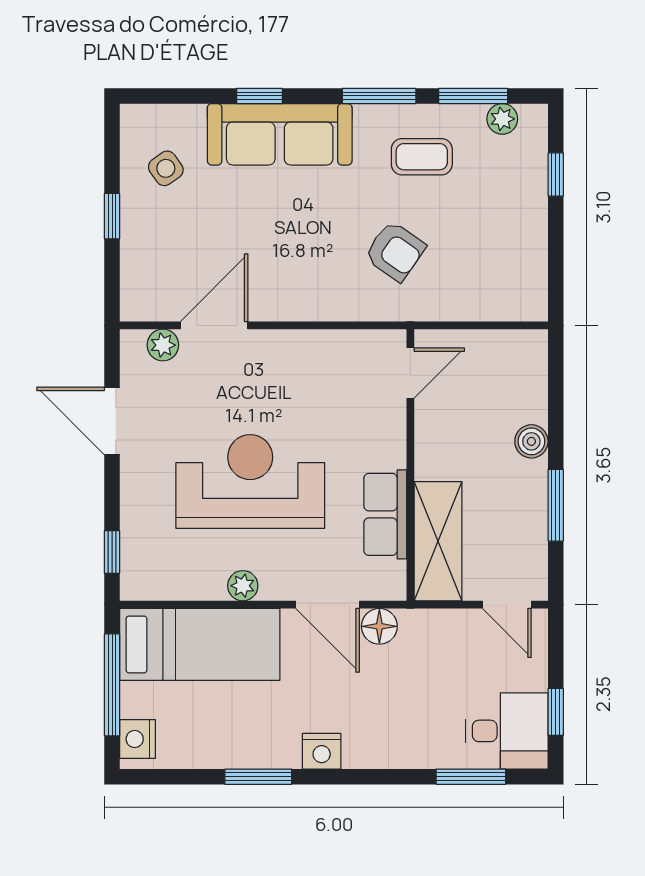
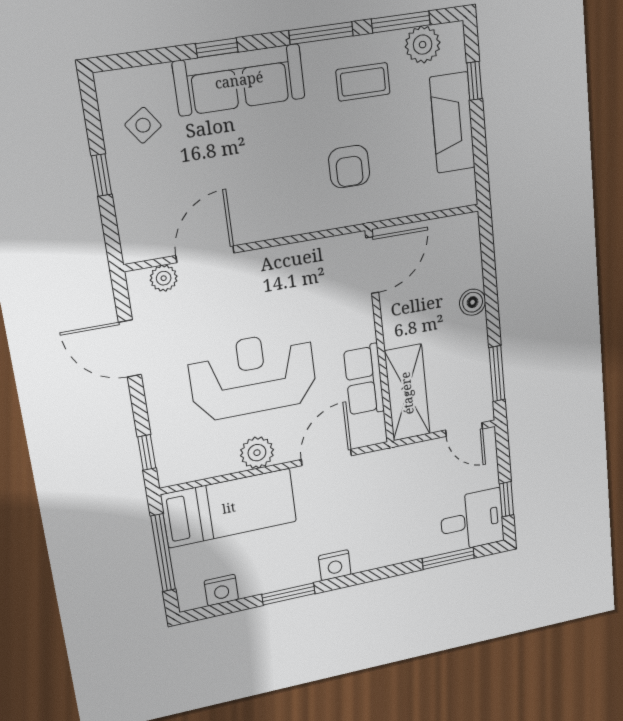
plant: (502, 119) -> (423, 45), width x1.38, depth x1.38
fireplace: (525, 219) -> (452, 123), added
armchair: (395, 251) -> (349, 167), turned 55
door: (410, 373) -> (372, 265), width x1.38
window: (556, 505) -> (497, 374), moved
plant: (243, 586) -> (257, 453), width x1.38, depth x1.38
door: (327, 605) -> (326, 458), swing flipped
floor lamp: (379, 626) -> (369, 465), removed
nightstand: (138, 739) -> (221, 590), moved, turned -90

